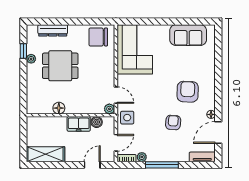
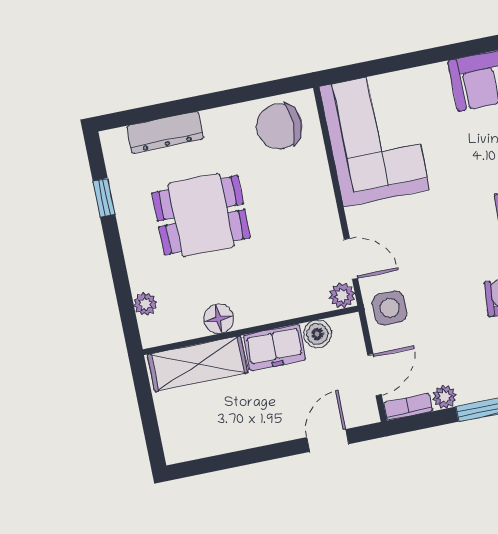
plant: (31, 59) -> (145, 304), moved
shelving: (46, 154) -> (198, 364), moved

